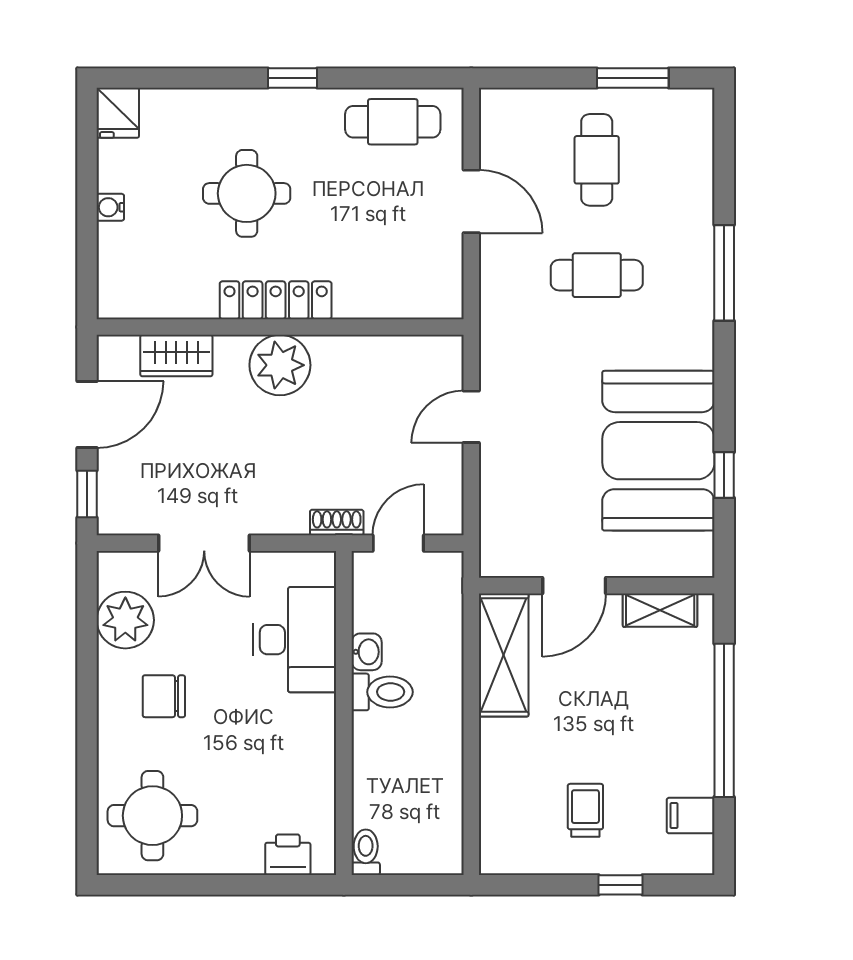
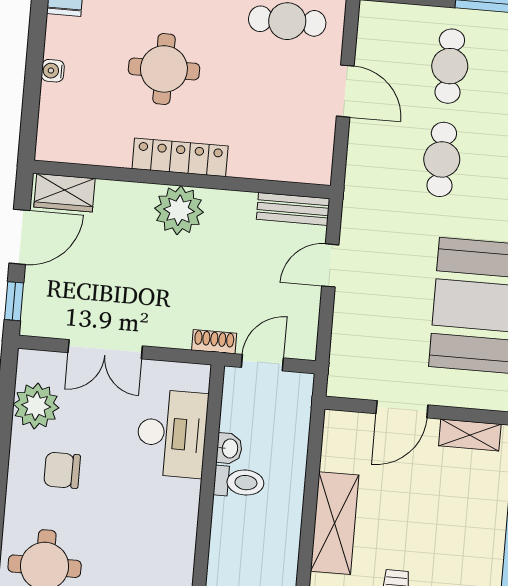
cafe table: (597, 275) -> (442, 159), turned 90
bench: (420, 351) -> (293, 209), added
wardrobe: (176, 356) -> (65, 193), moved
shelving: (504, 655) -> (335, 523), moved

